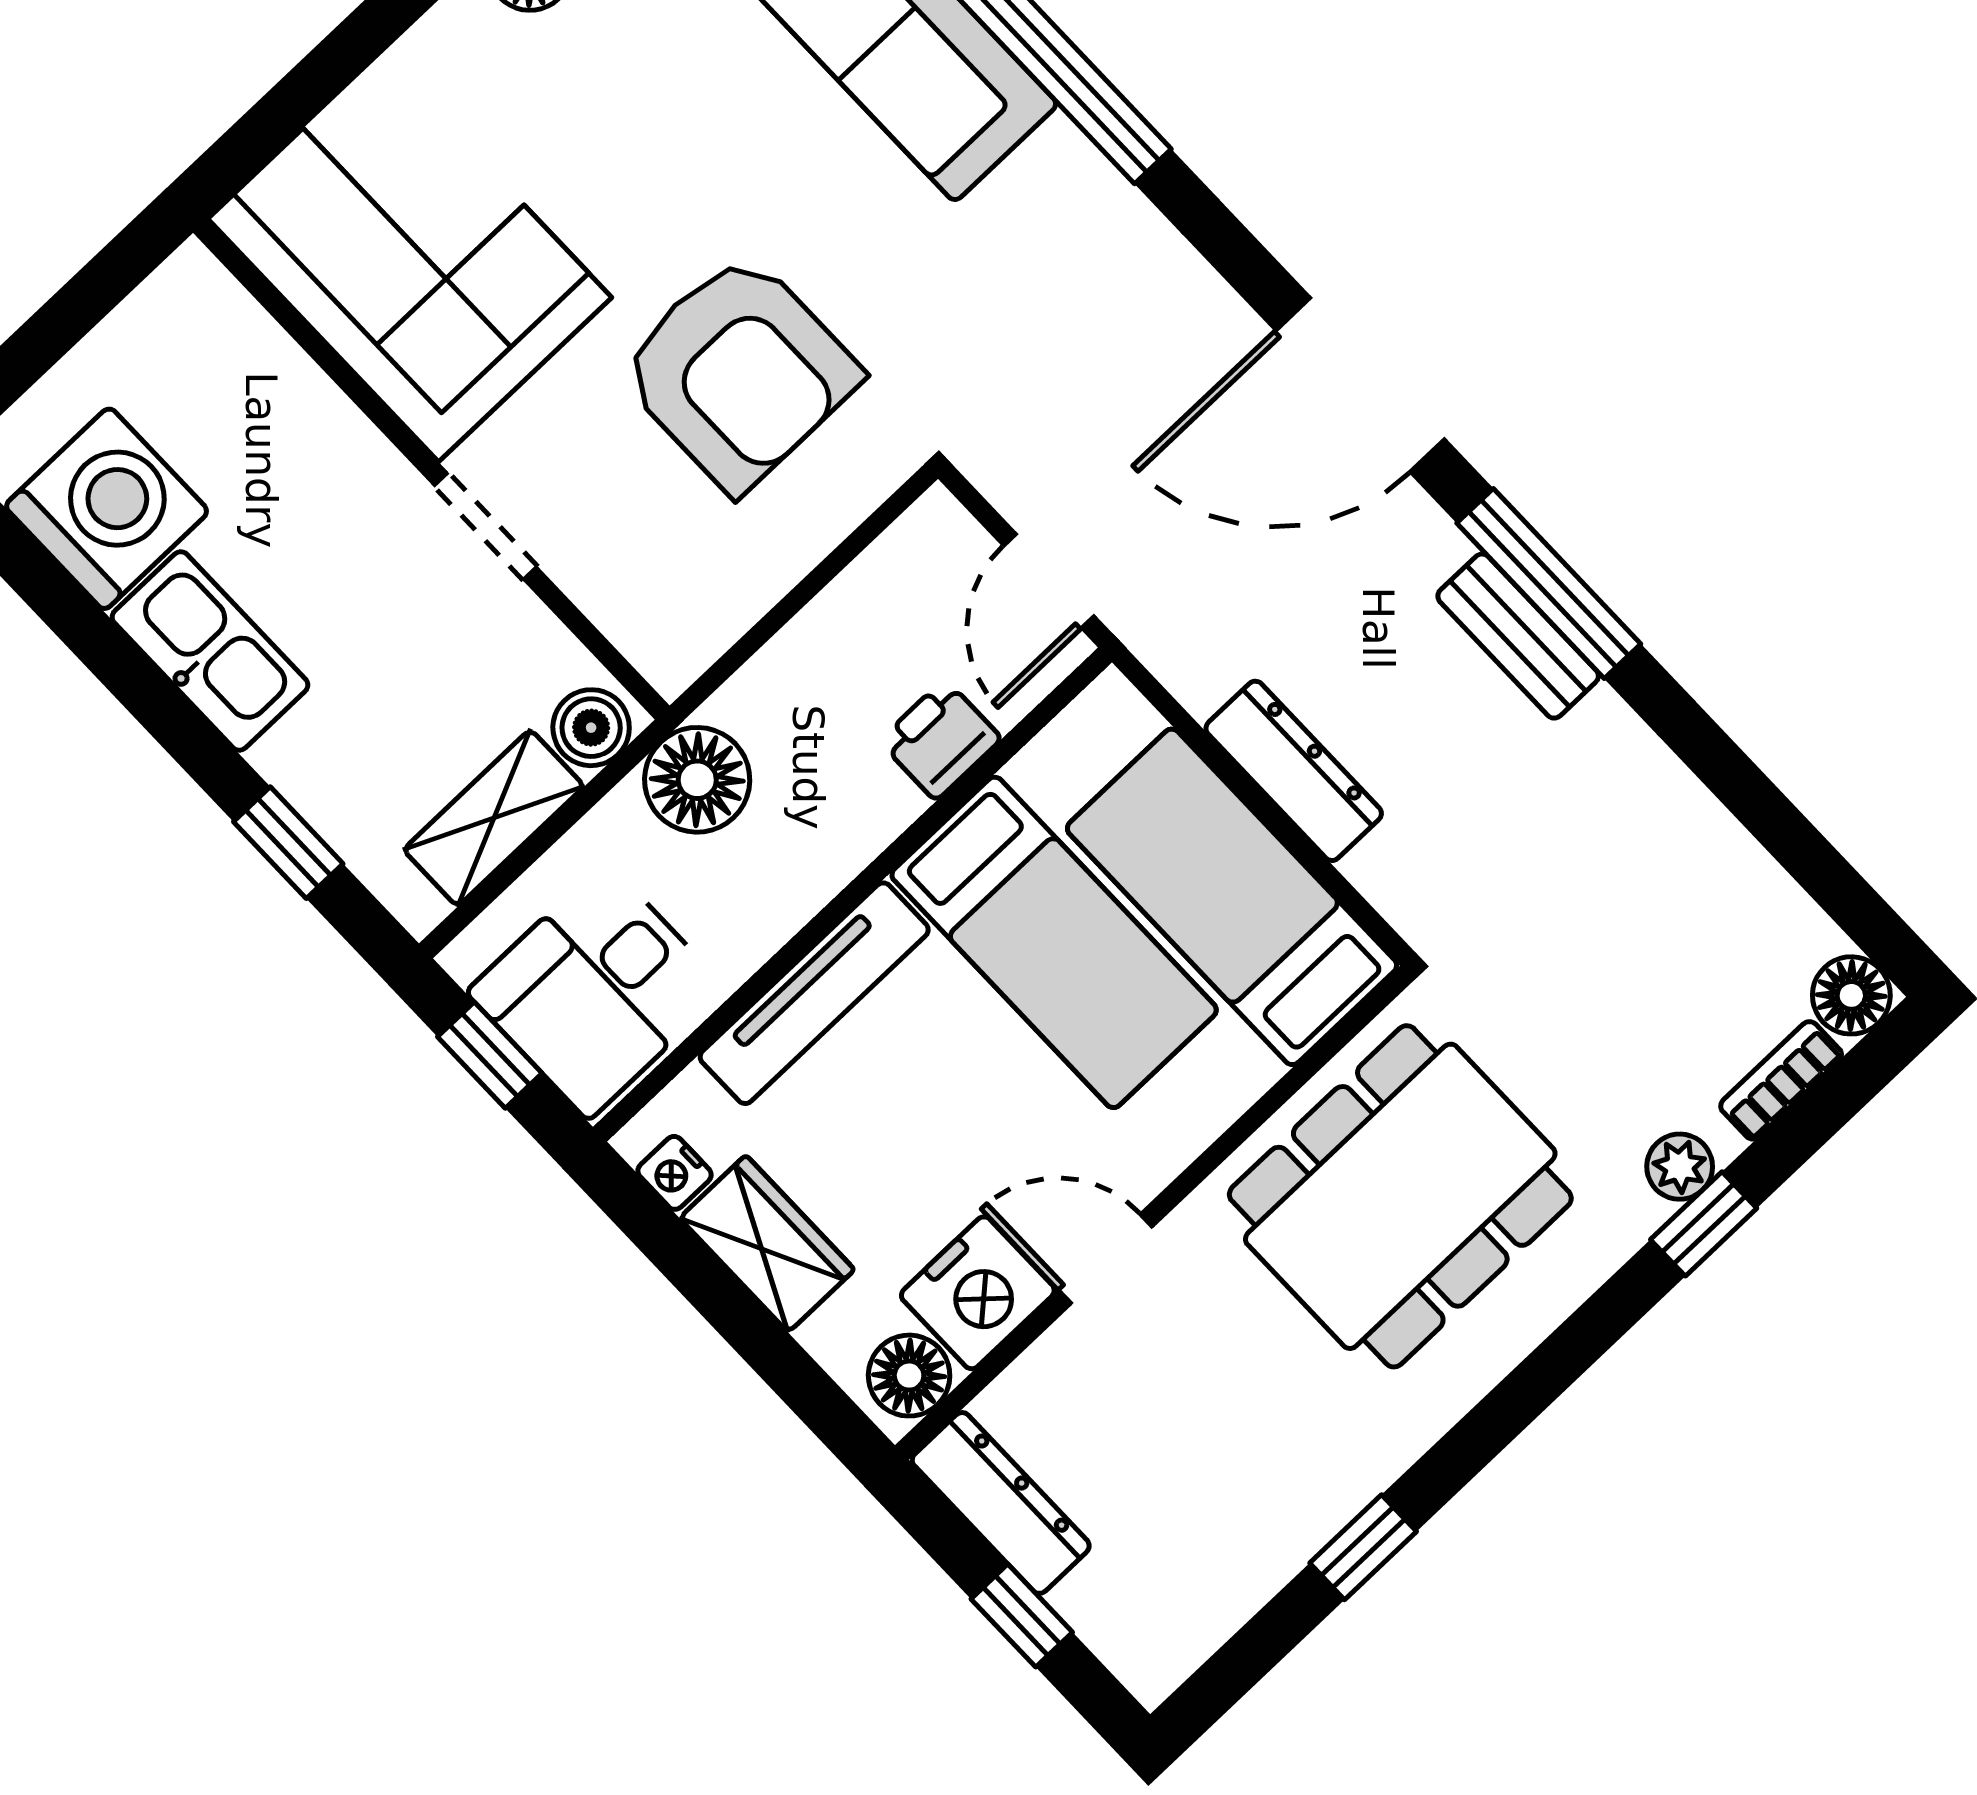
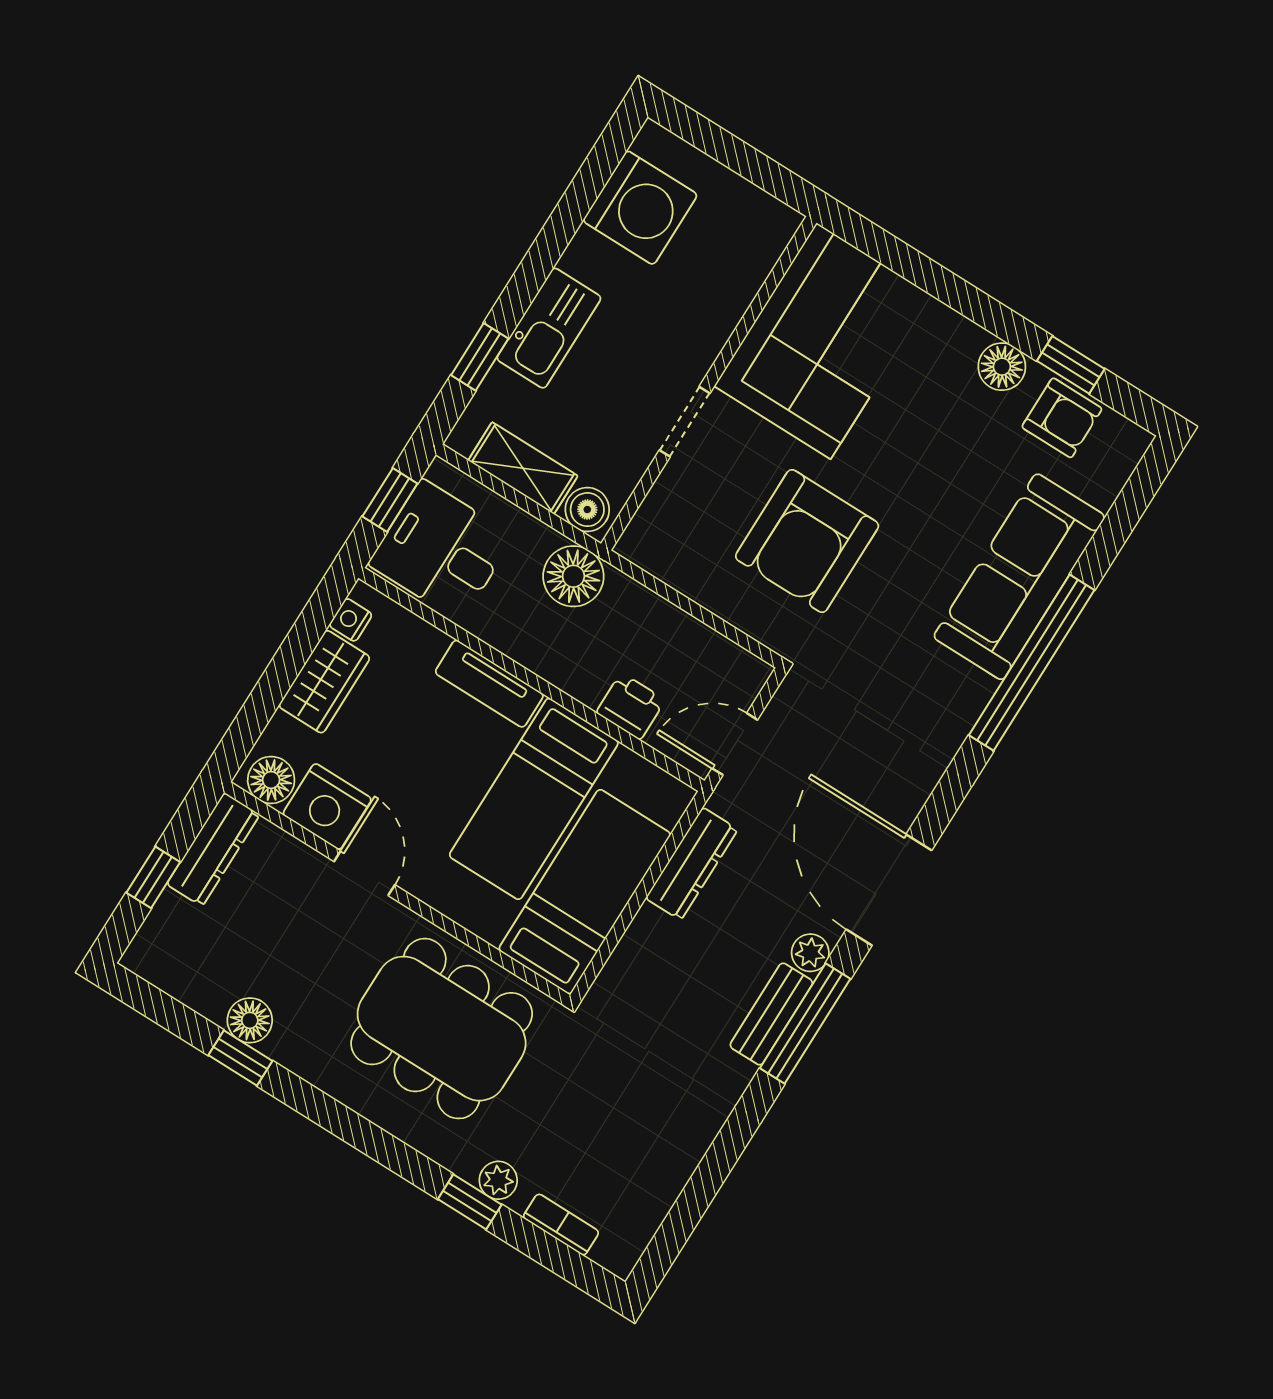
plant: (1432, 544) -> (810, 953), added
kitchen sink: (210, 651) -> (549, 328), moved
dresser: (1294, 771) -> (692, 864), moved
tv unit: (814, 993) -> (489, 684), width x0.71
floor lamp: (1851, 995) -> (250, 1020), moved

